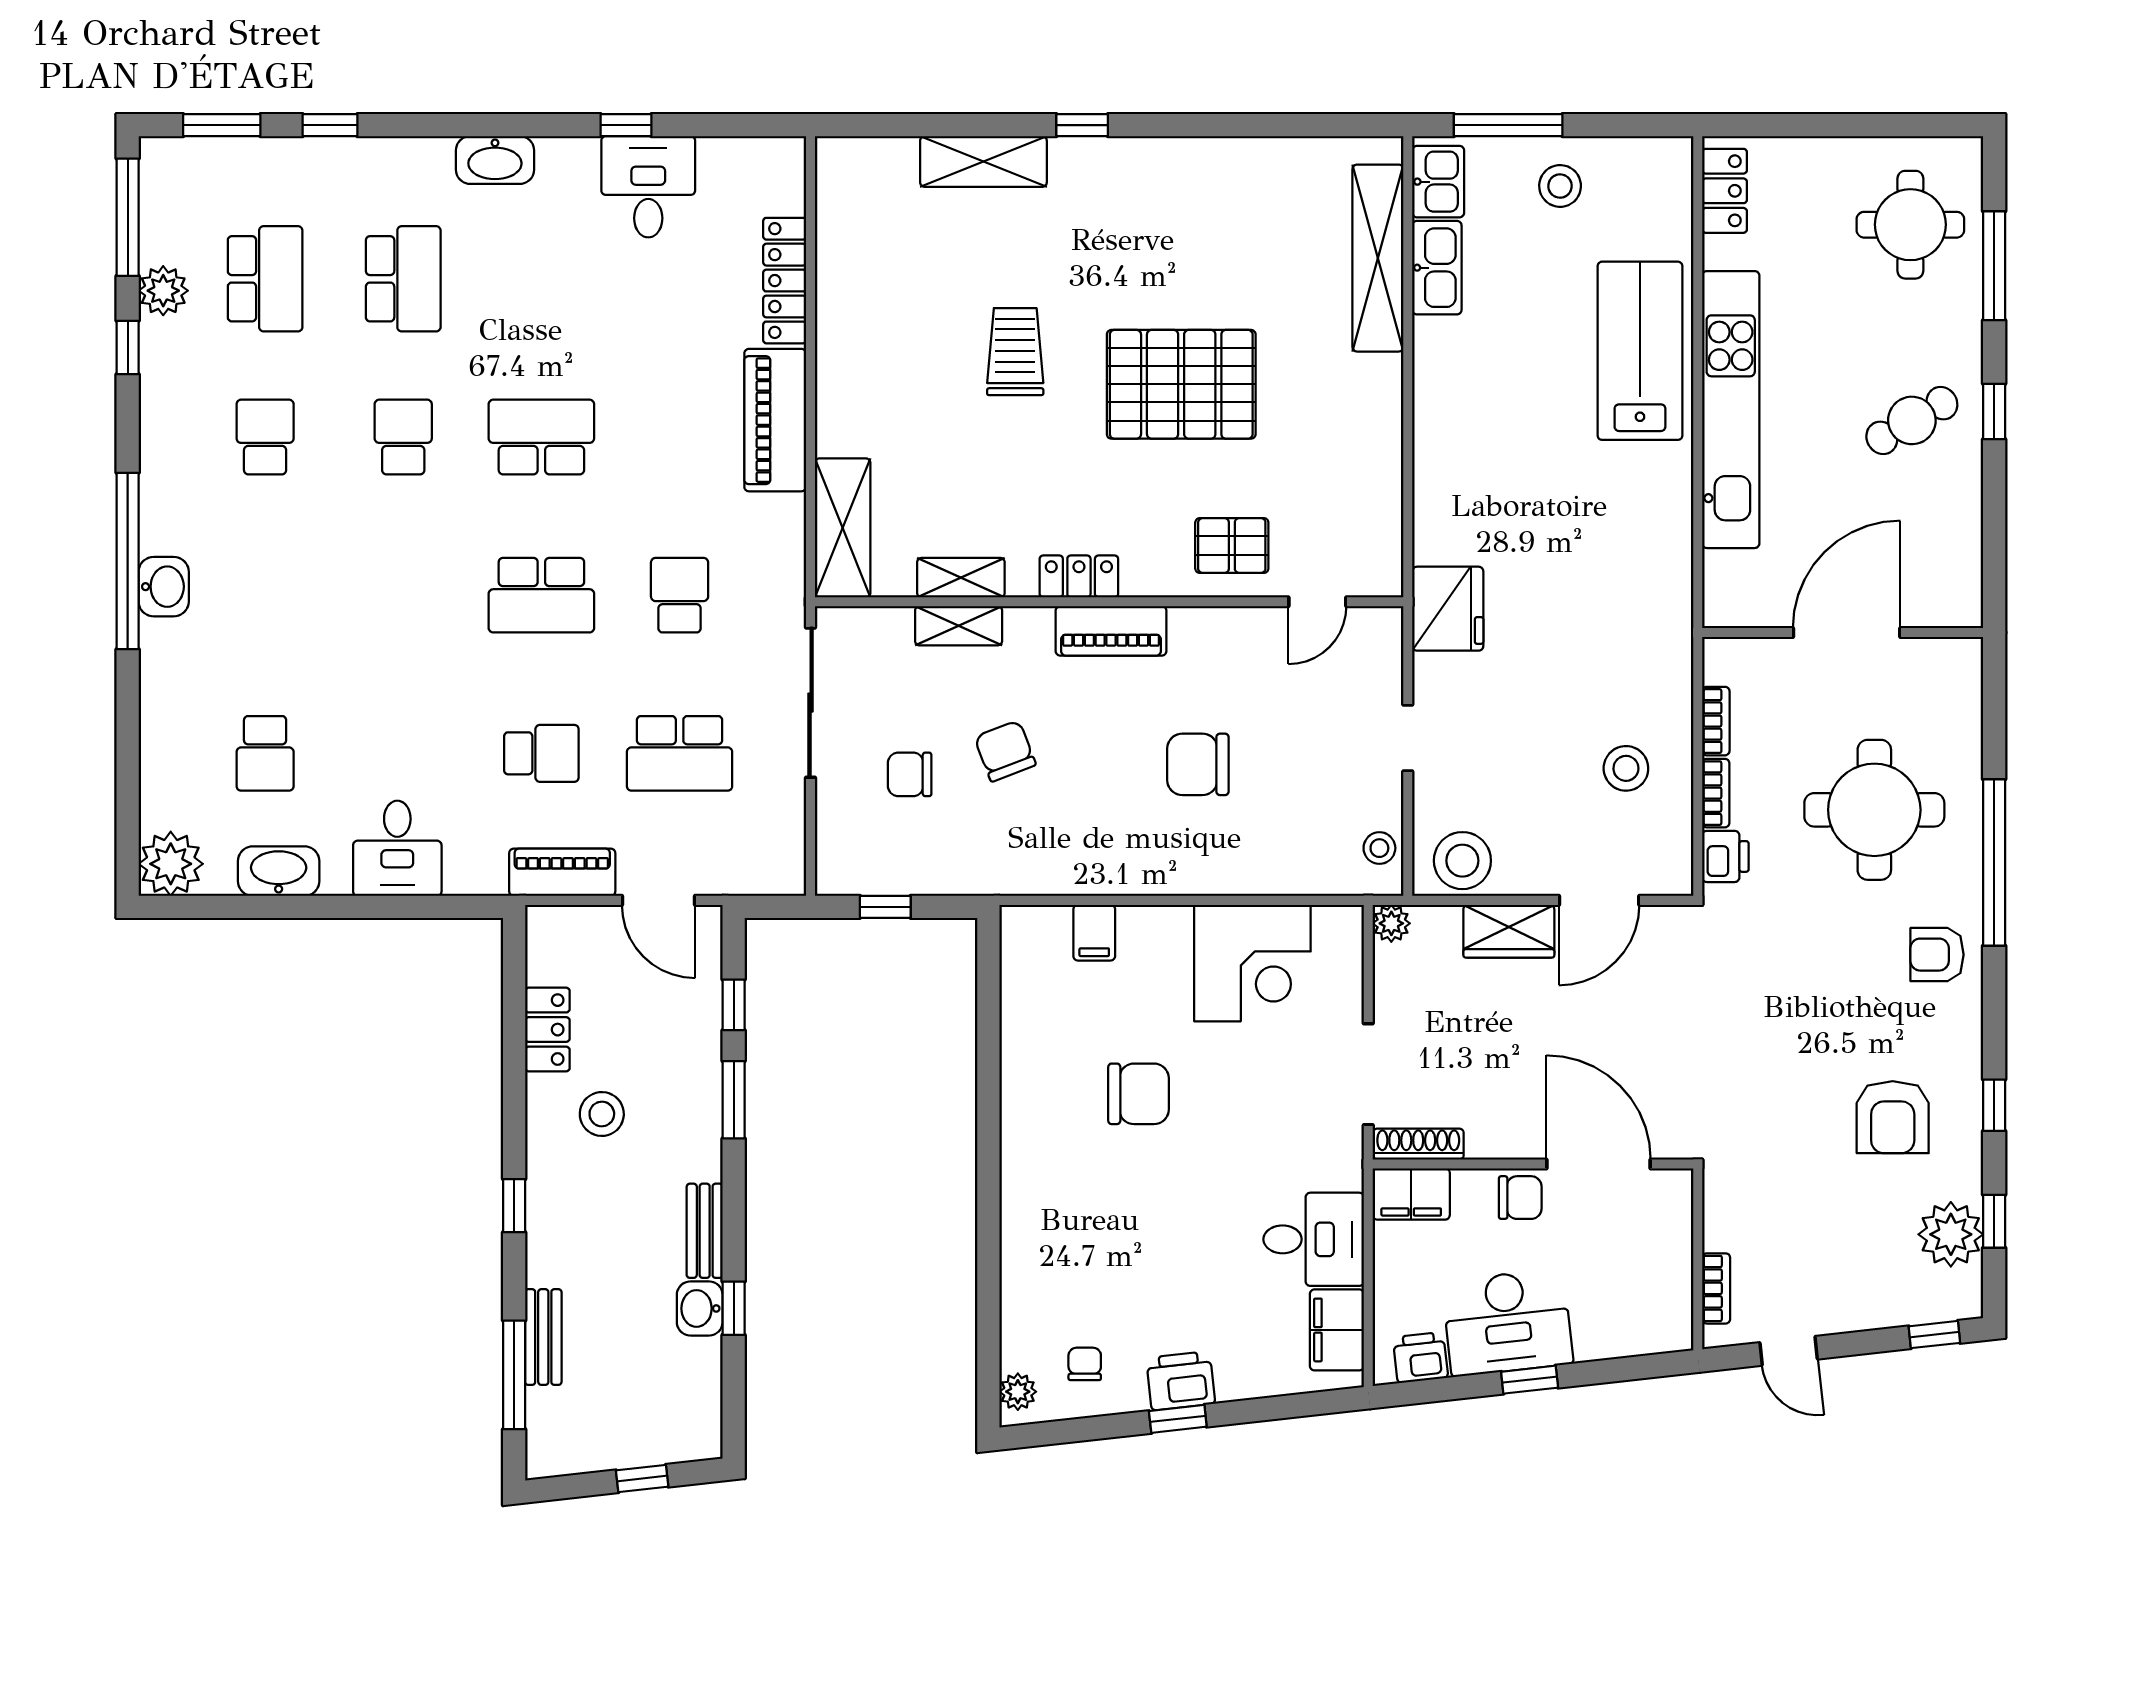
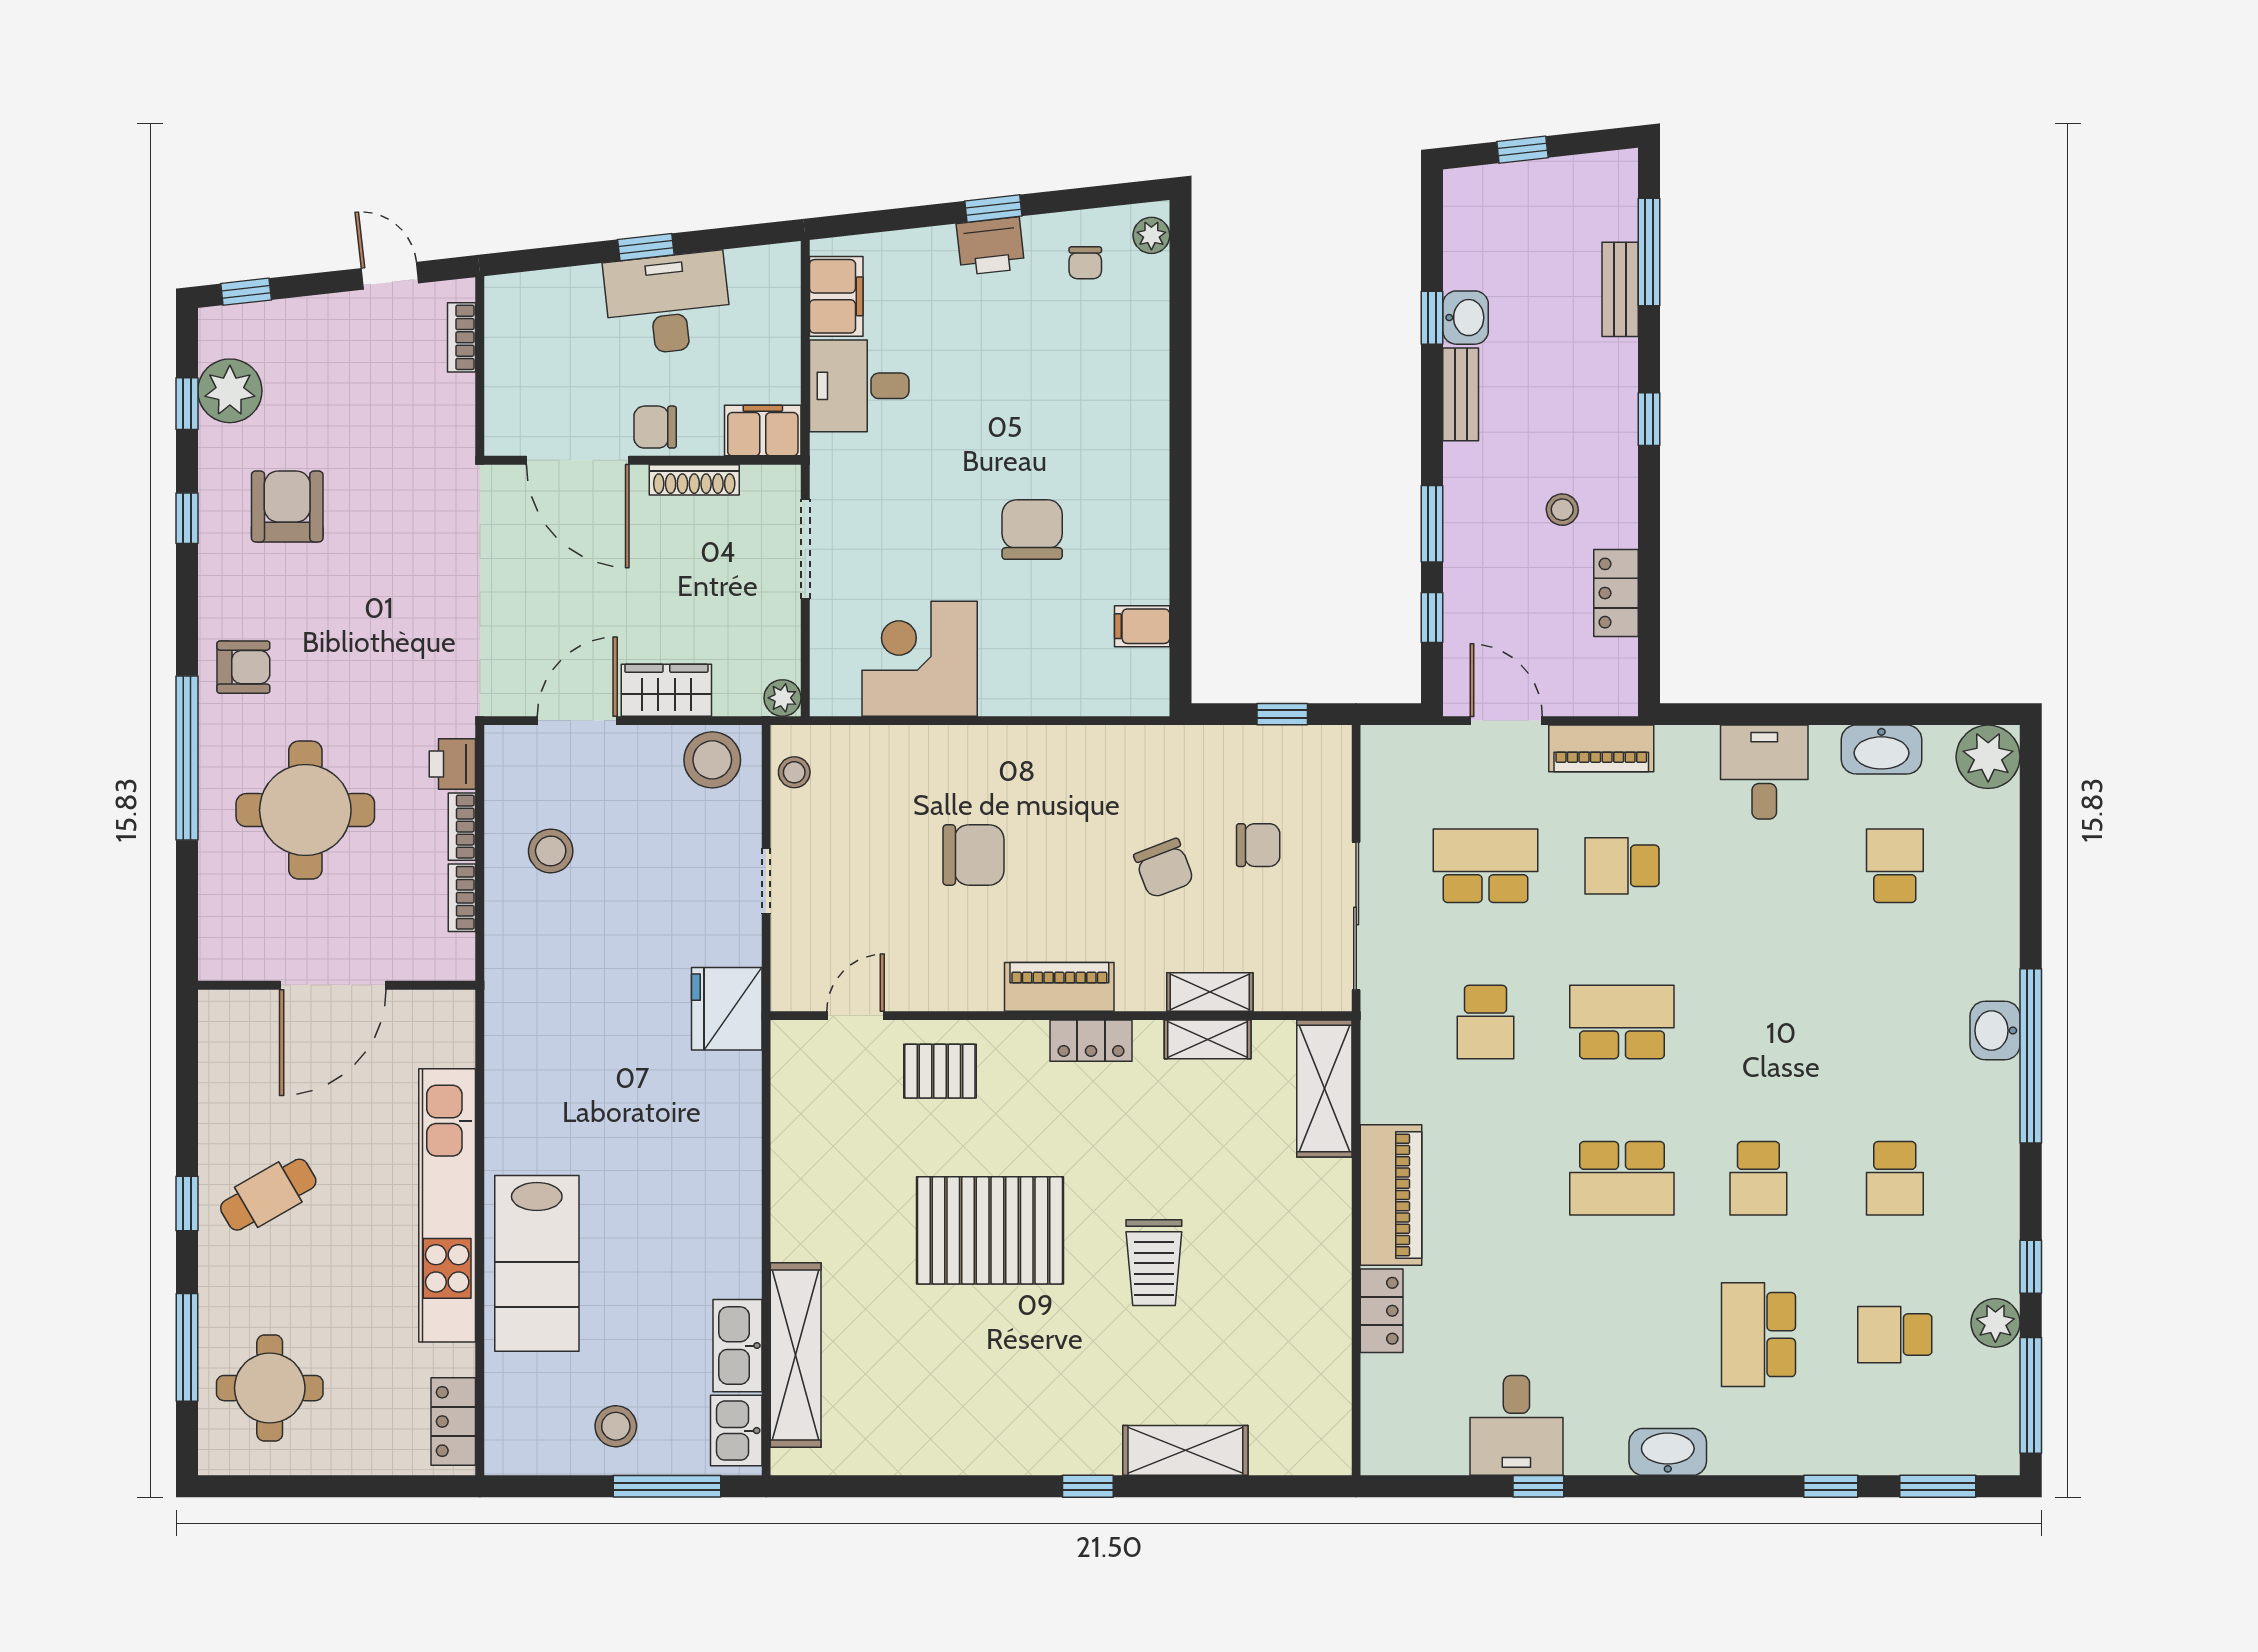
school desk: (265, 279) -> (1895, 1335), width x0.54
locker: (785, 281) -> (1382, 1311), width x0.66
filing cabinet: (1094, 933) -> (1142, 626), moved, turned -90
chair: (1139, 1094) -> (1032, 530), turned 90
stool: (602, 1114) -> (1562, 510), width x0.73, depth x0.73
shoe rack: (1418, 1144) -> (694, 480), moved
printer: (1420, 1357) -> (754, 269), removed

